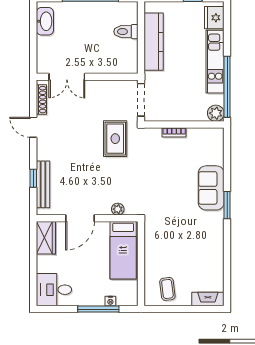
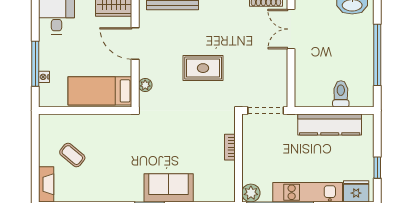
rug: (115, 139) -> (203, 68), moved
coffee table: (167, 289) -> (72, 155), moved, turned 47

